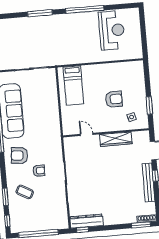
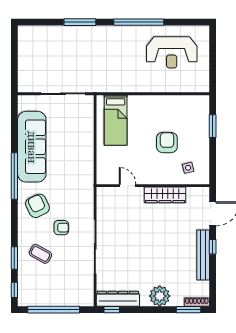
reception desk: (112, 30) -> (172, 52), turned 90
armchair: (114, 99) -> (167, 143), turned -90
window: (149, 105) -> (213, 126), moved
armchair: (19, 156) -> (38, 206), turned 58
plant: (118, 216) -> (160, 296), added

